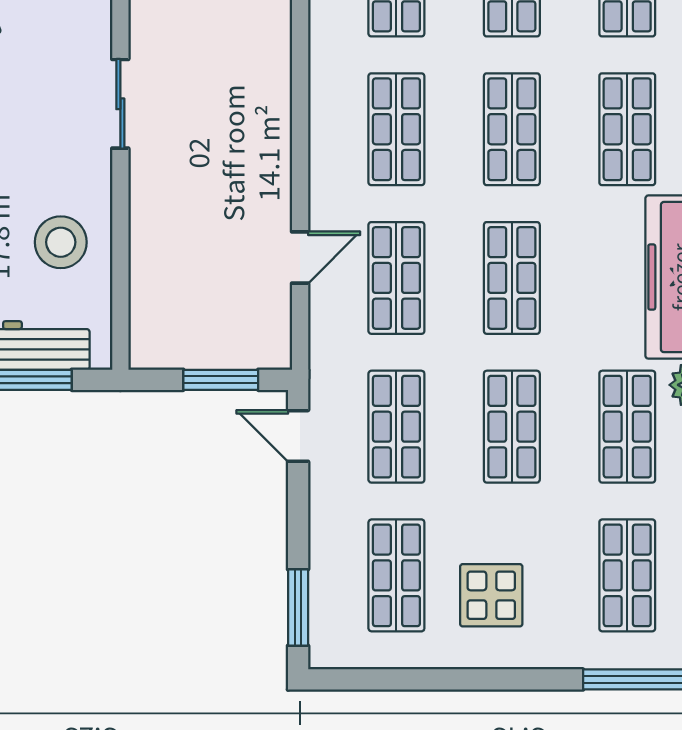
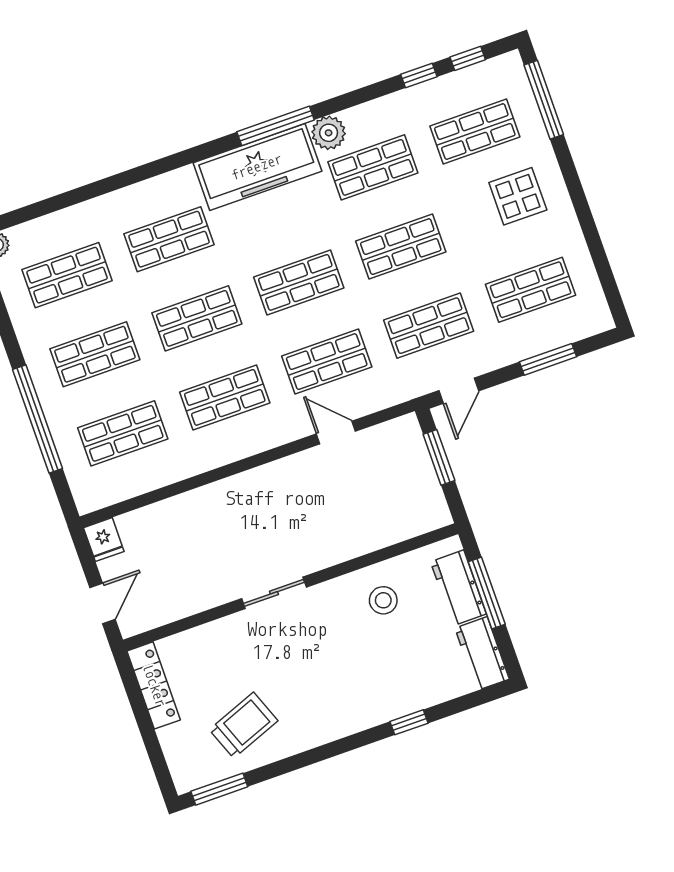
stool: (61, 242) -> (383, 600), width x0.73, depth x0.73
display table: (491, 595) -> (518, 196), moved
window: (298, 608) -> (548, 359), moved

